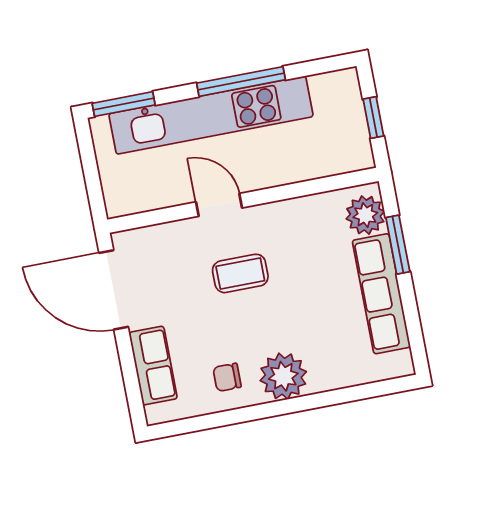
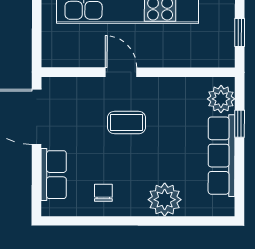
window: (398, 245) -> (240, 124), width x0.67
plant: (283, 376) -> (165, 200), moved
chair: (227, 377) -> (103, 193), turned 90

